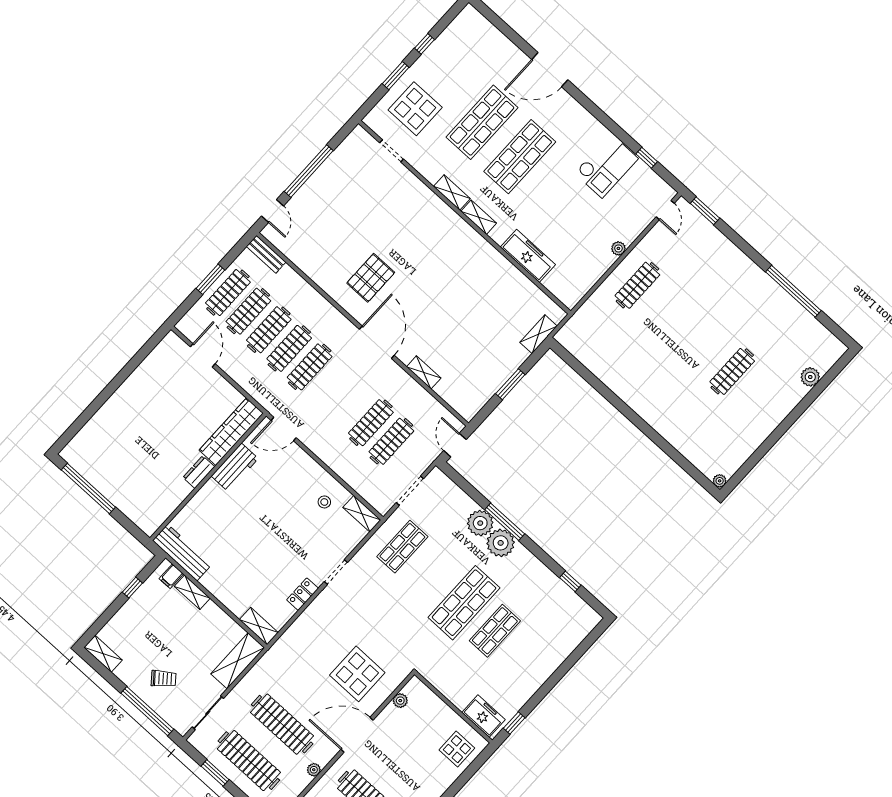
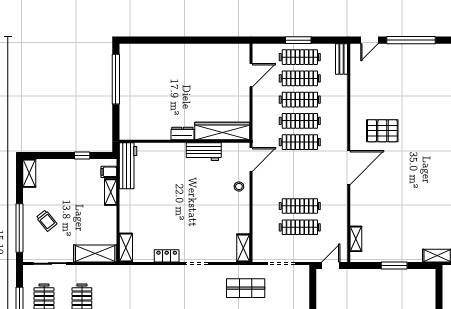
shelving: (424, 372) -> (356, 239), moved
door: (284, 429) -> (251, 160), swing flipped
stool: (324, 502) -> (239, 186), moved

